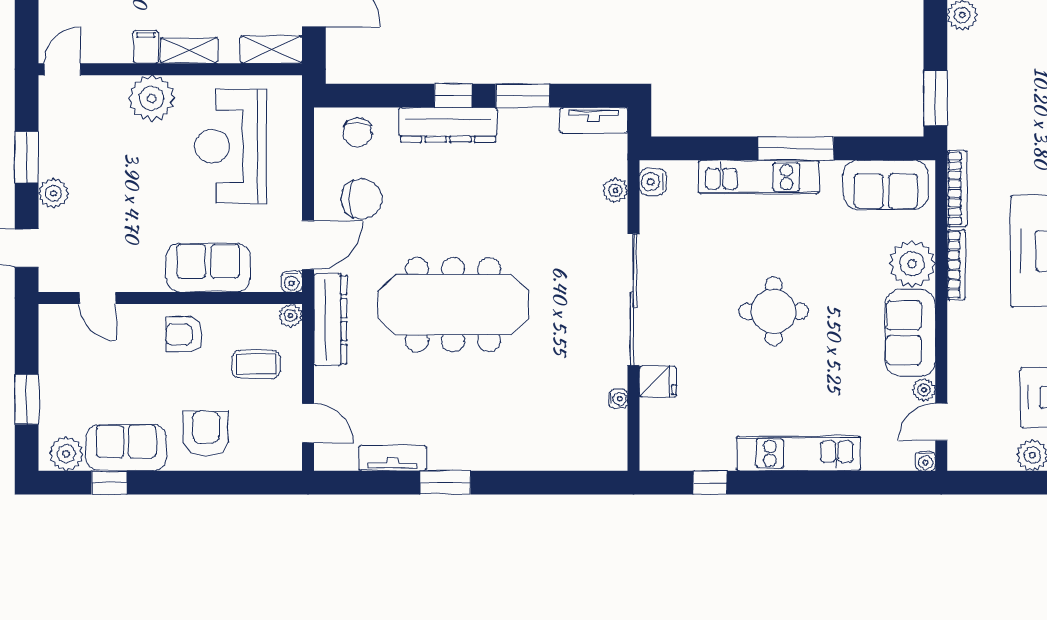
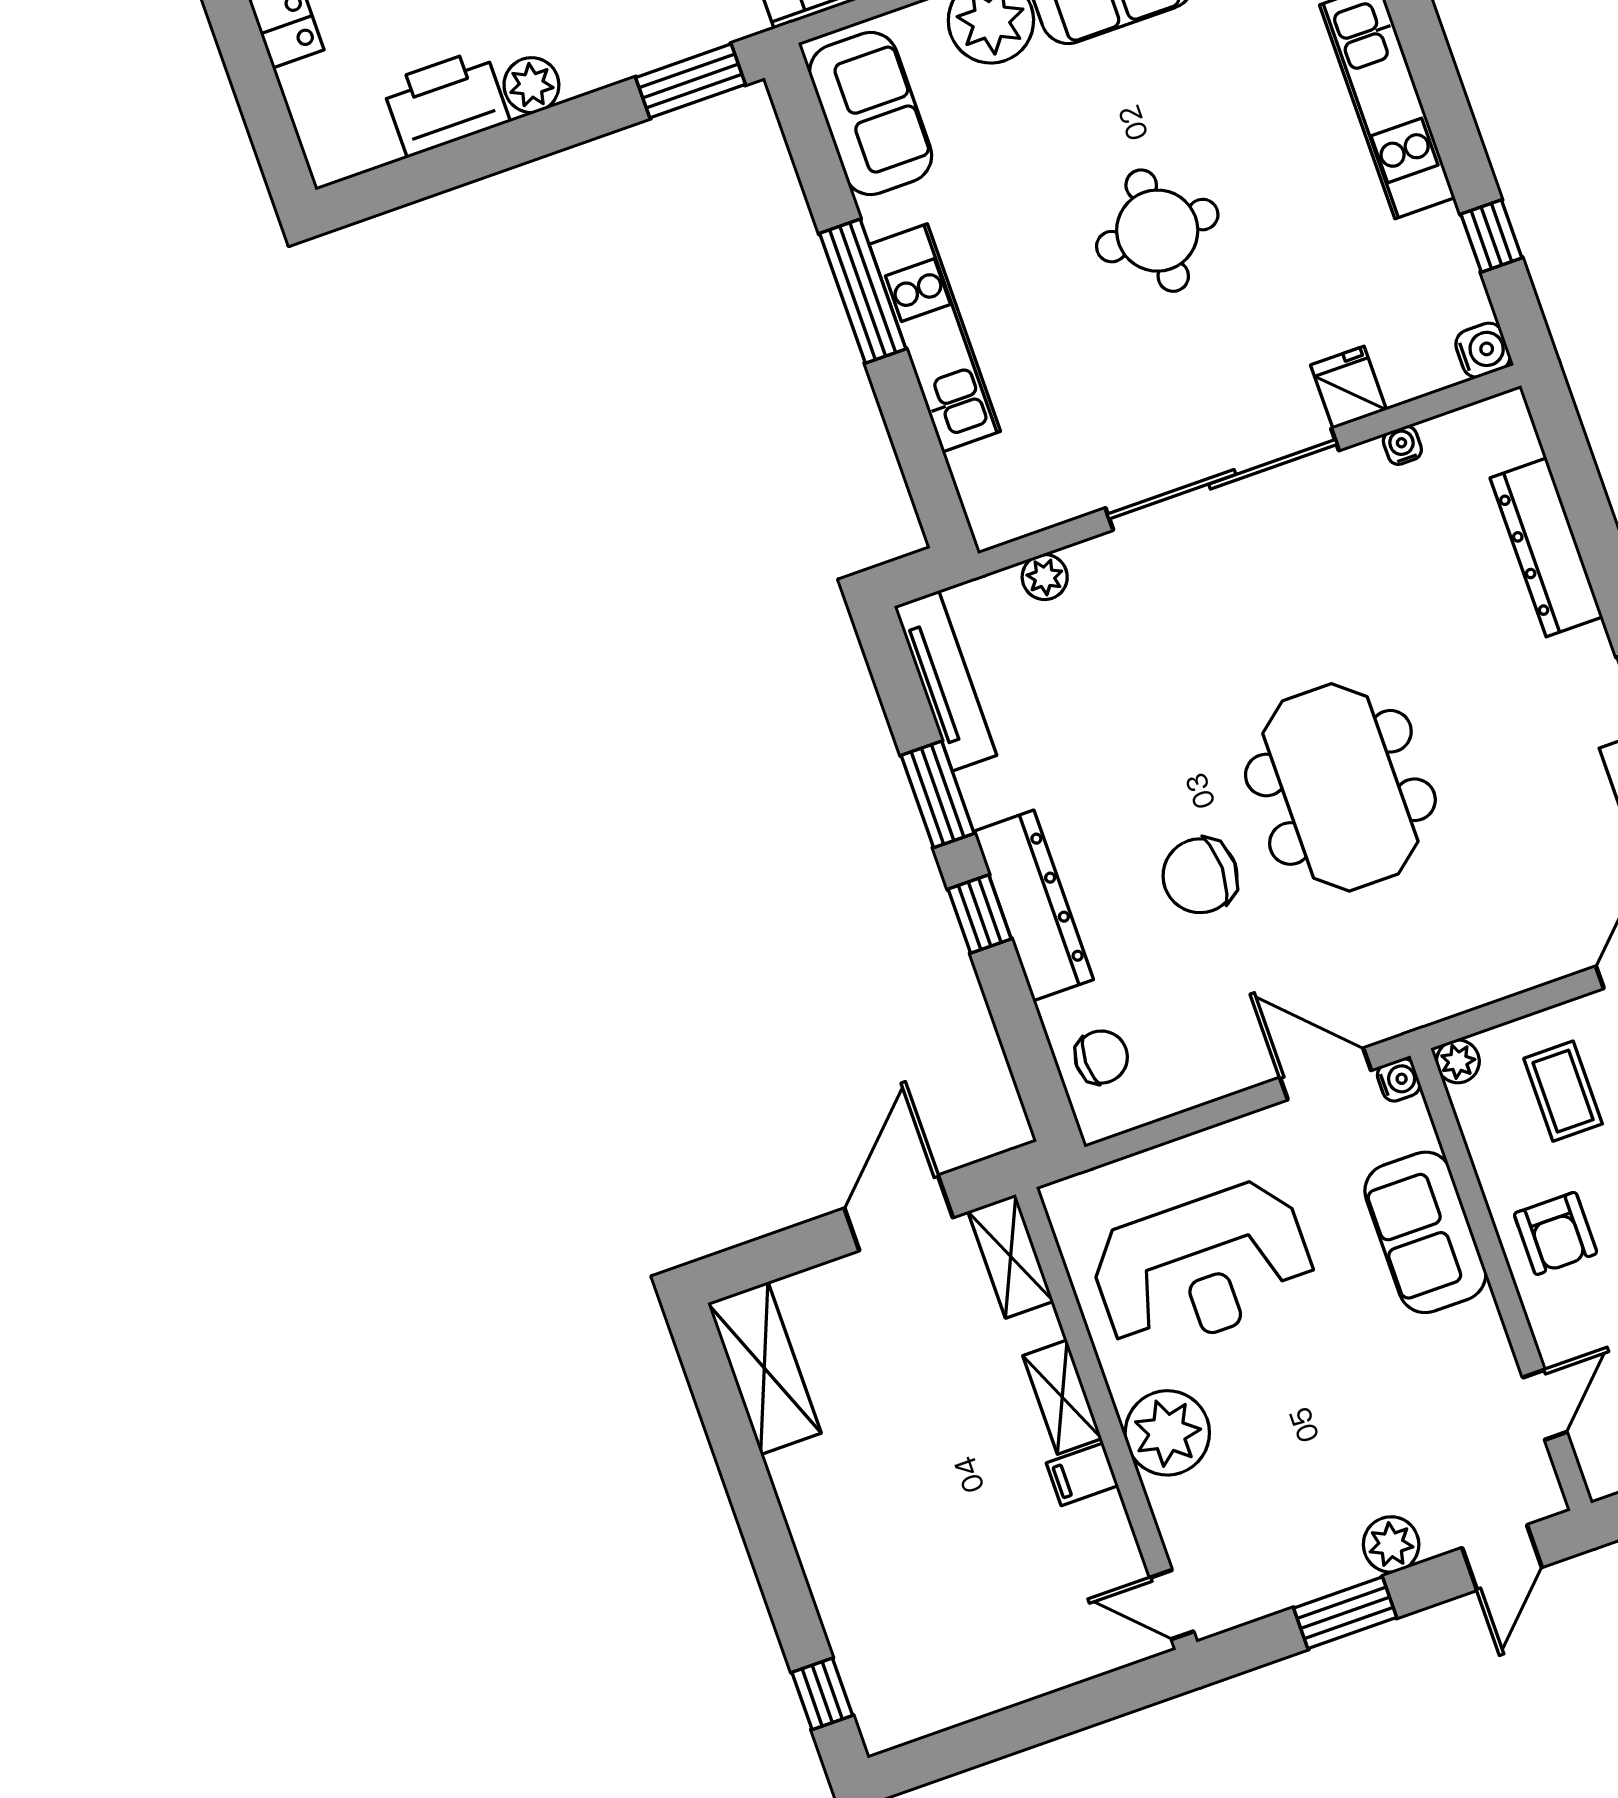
tv unit: (594, 120) -> (945, 681), width x1.41
water cooler: (653, 182) -> (1483, 350), moved, turned -90
chair: (362, 199) -> (1200, 876), moved, turned -90
meeting table: (453, 305) -> (1340, 787), width x0.73
dresser: (330, 320) -> (1546, 547), moved, turned -90

